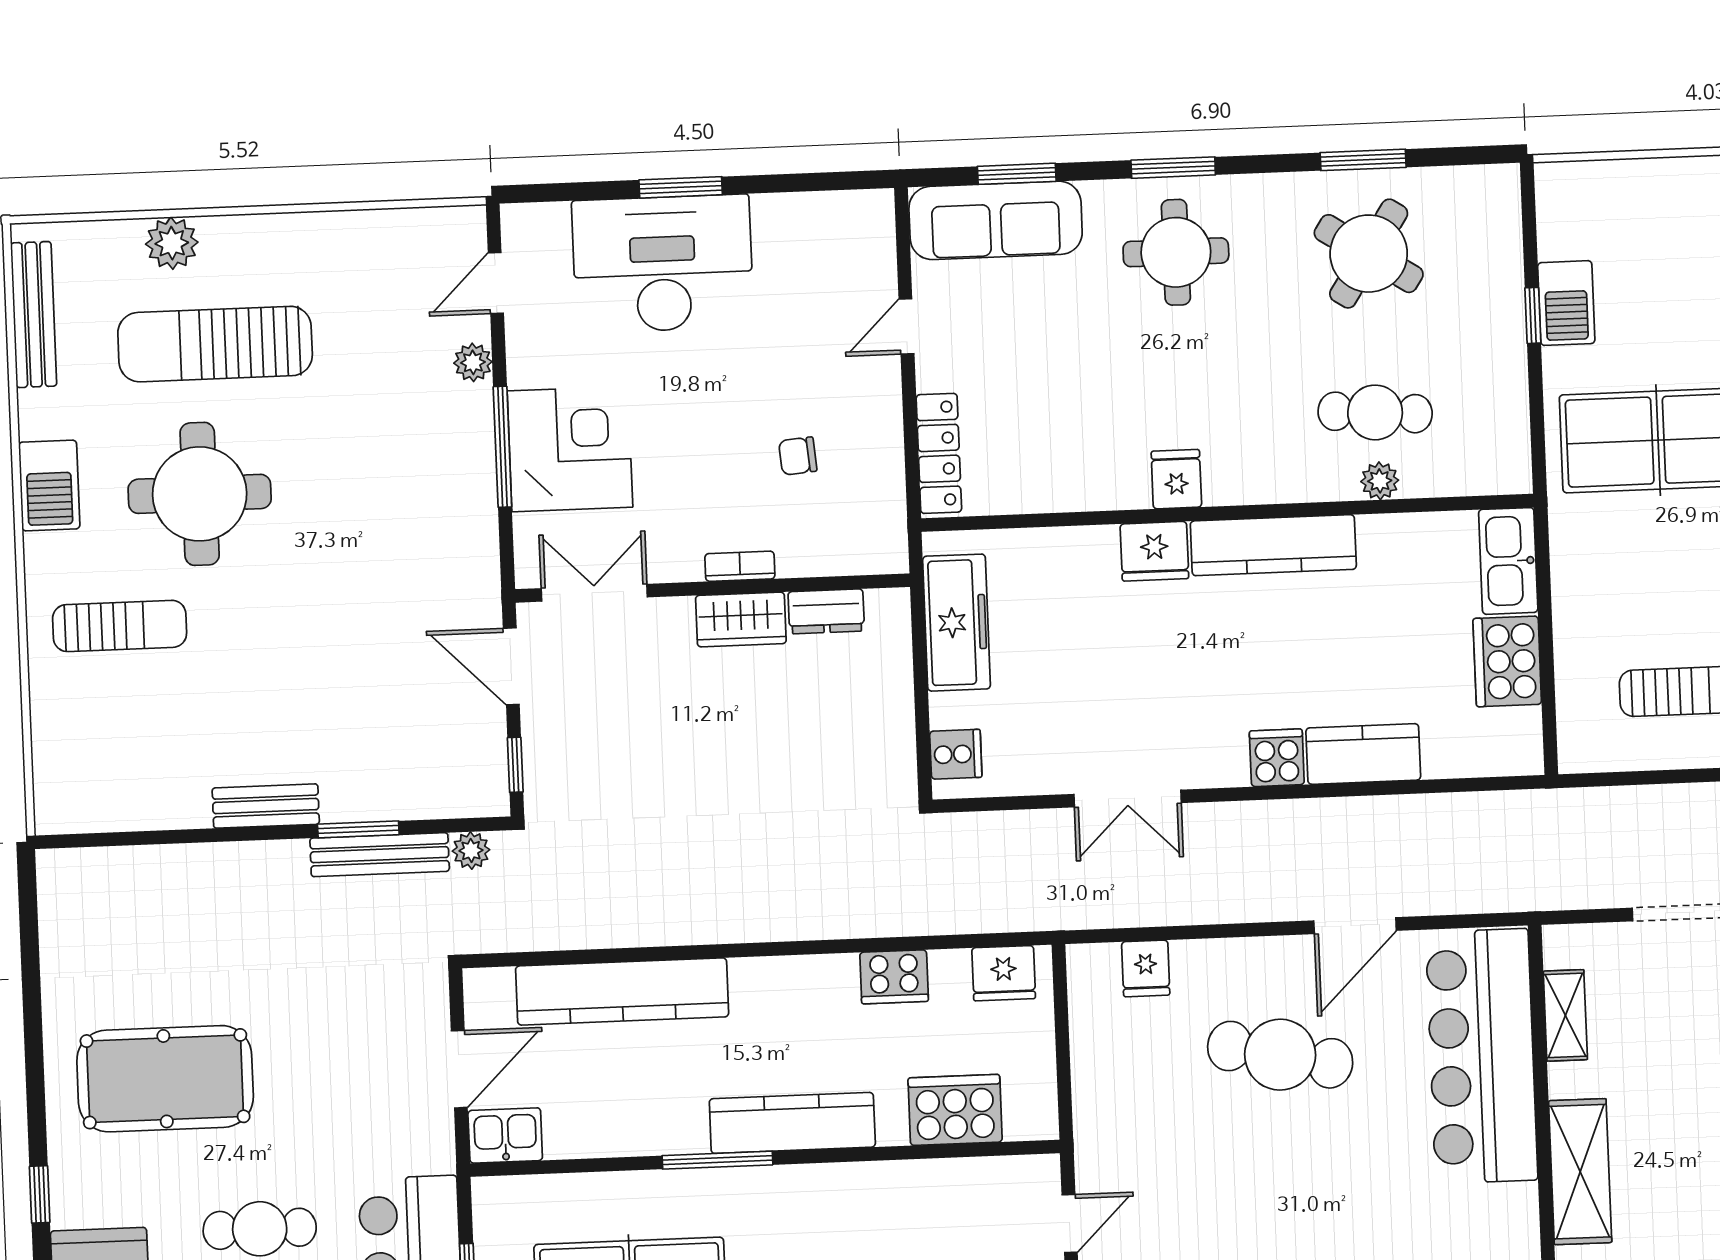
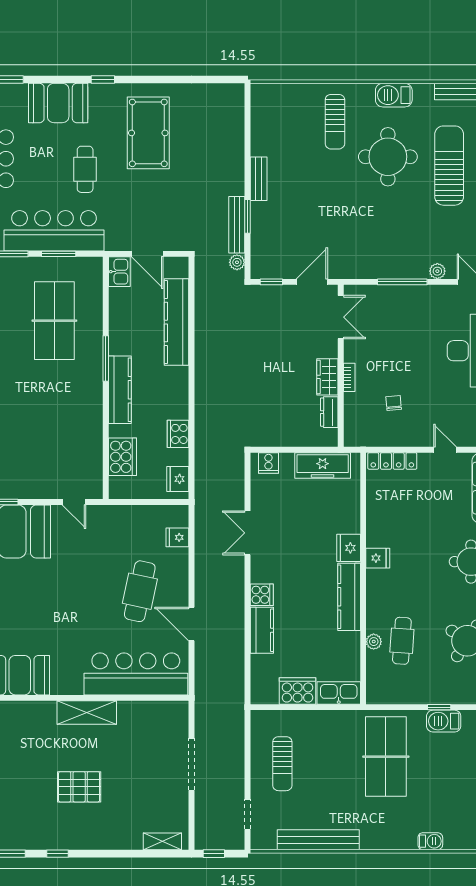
corner desk: (570, 449) -> (400, 310), removed
shelving: (1565, 1015) -> (151, 709), removed

